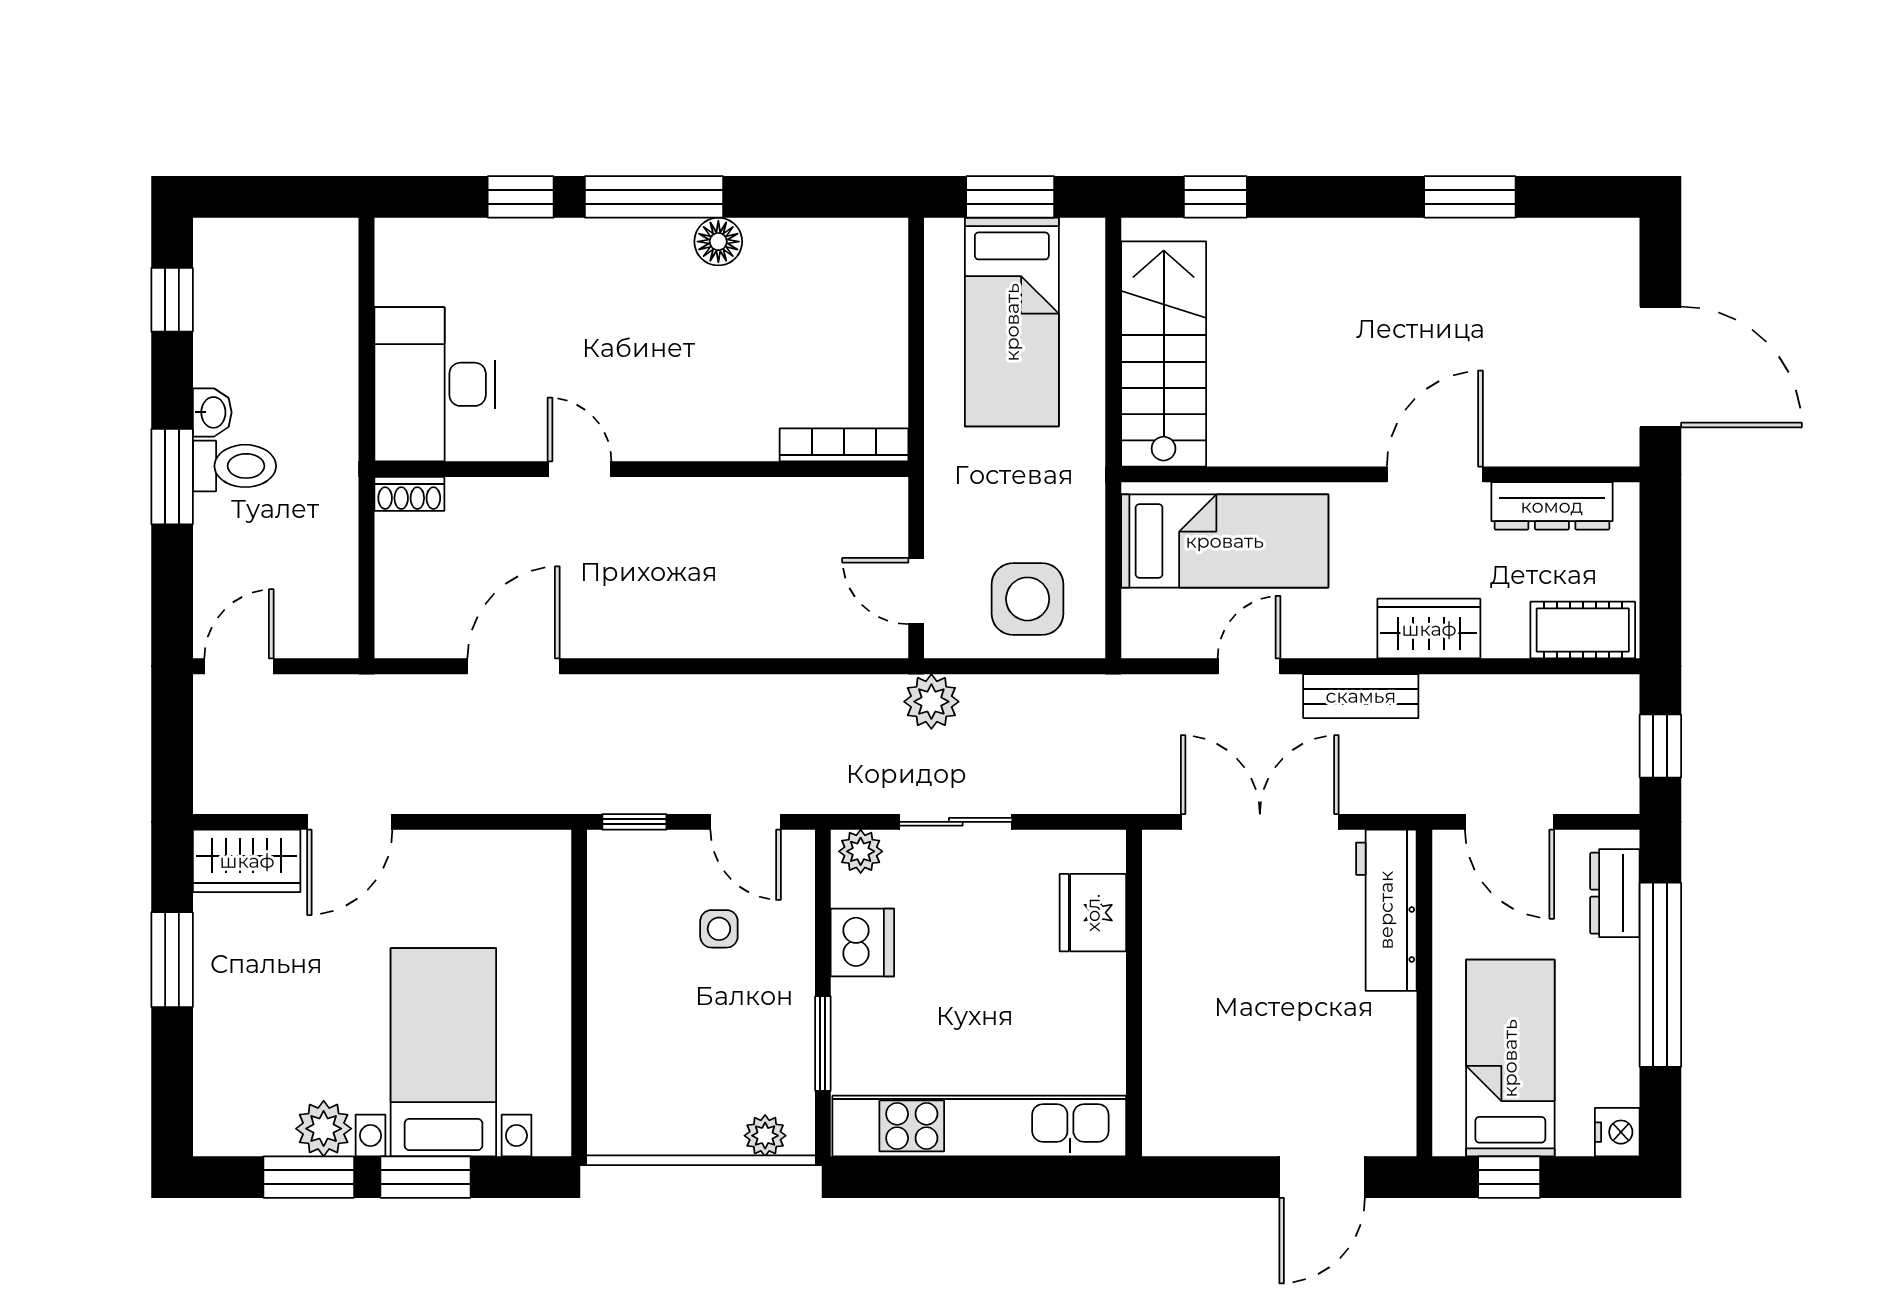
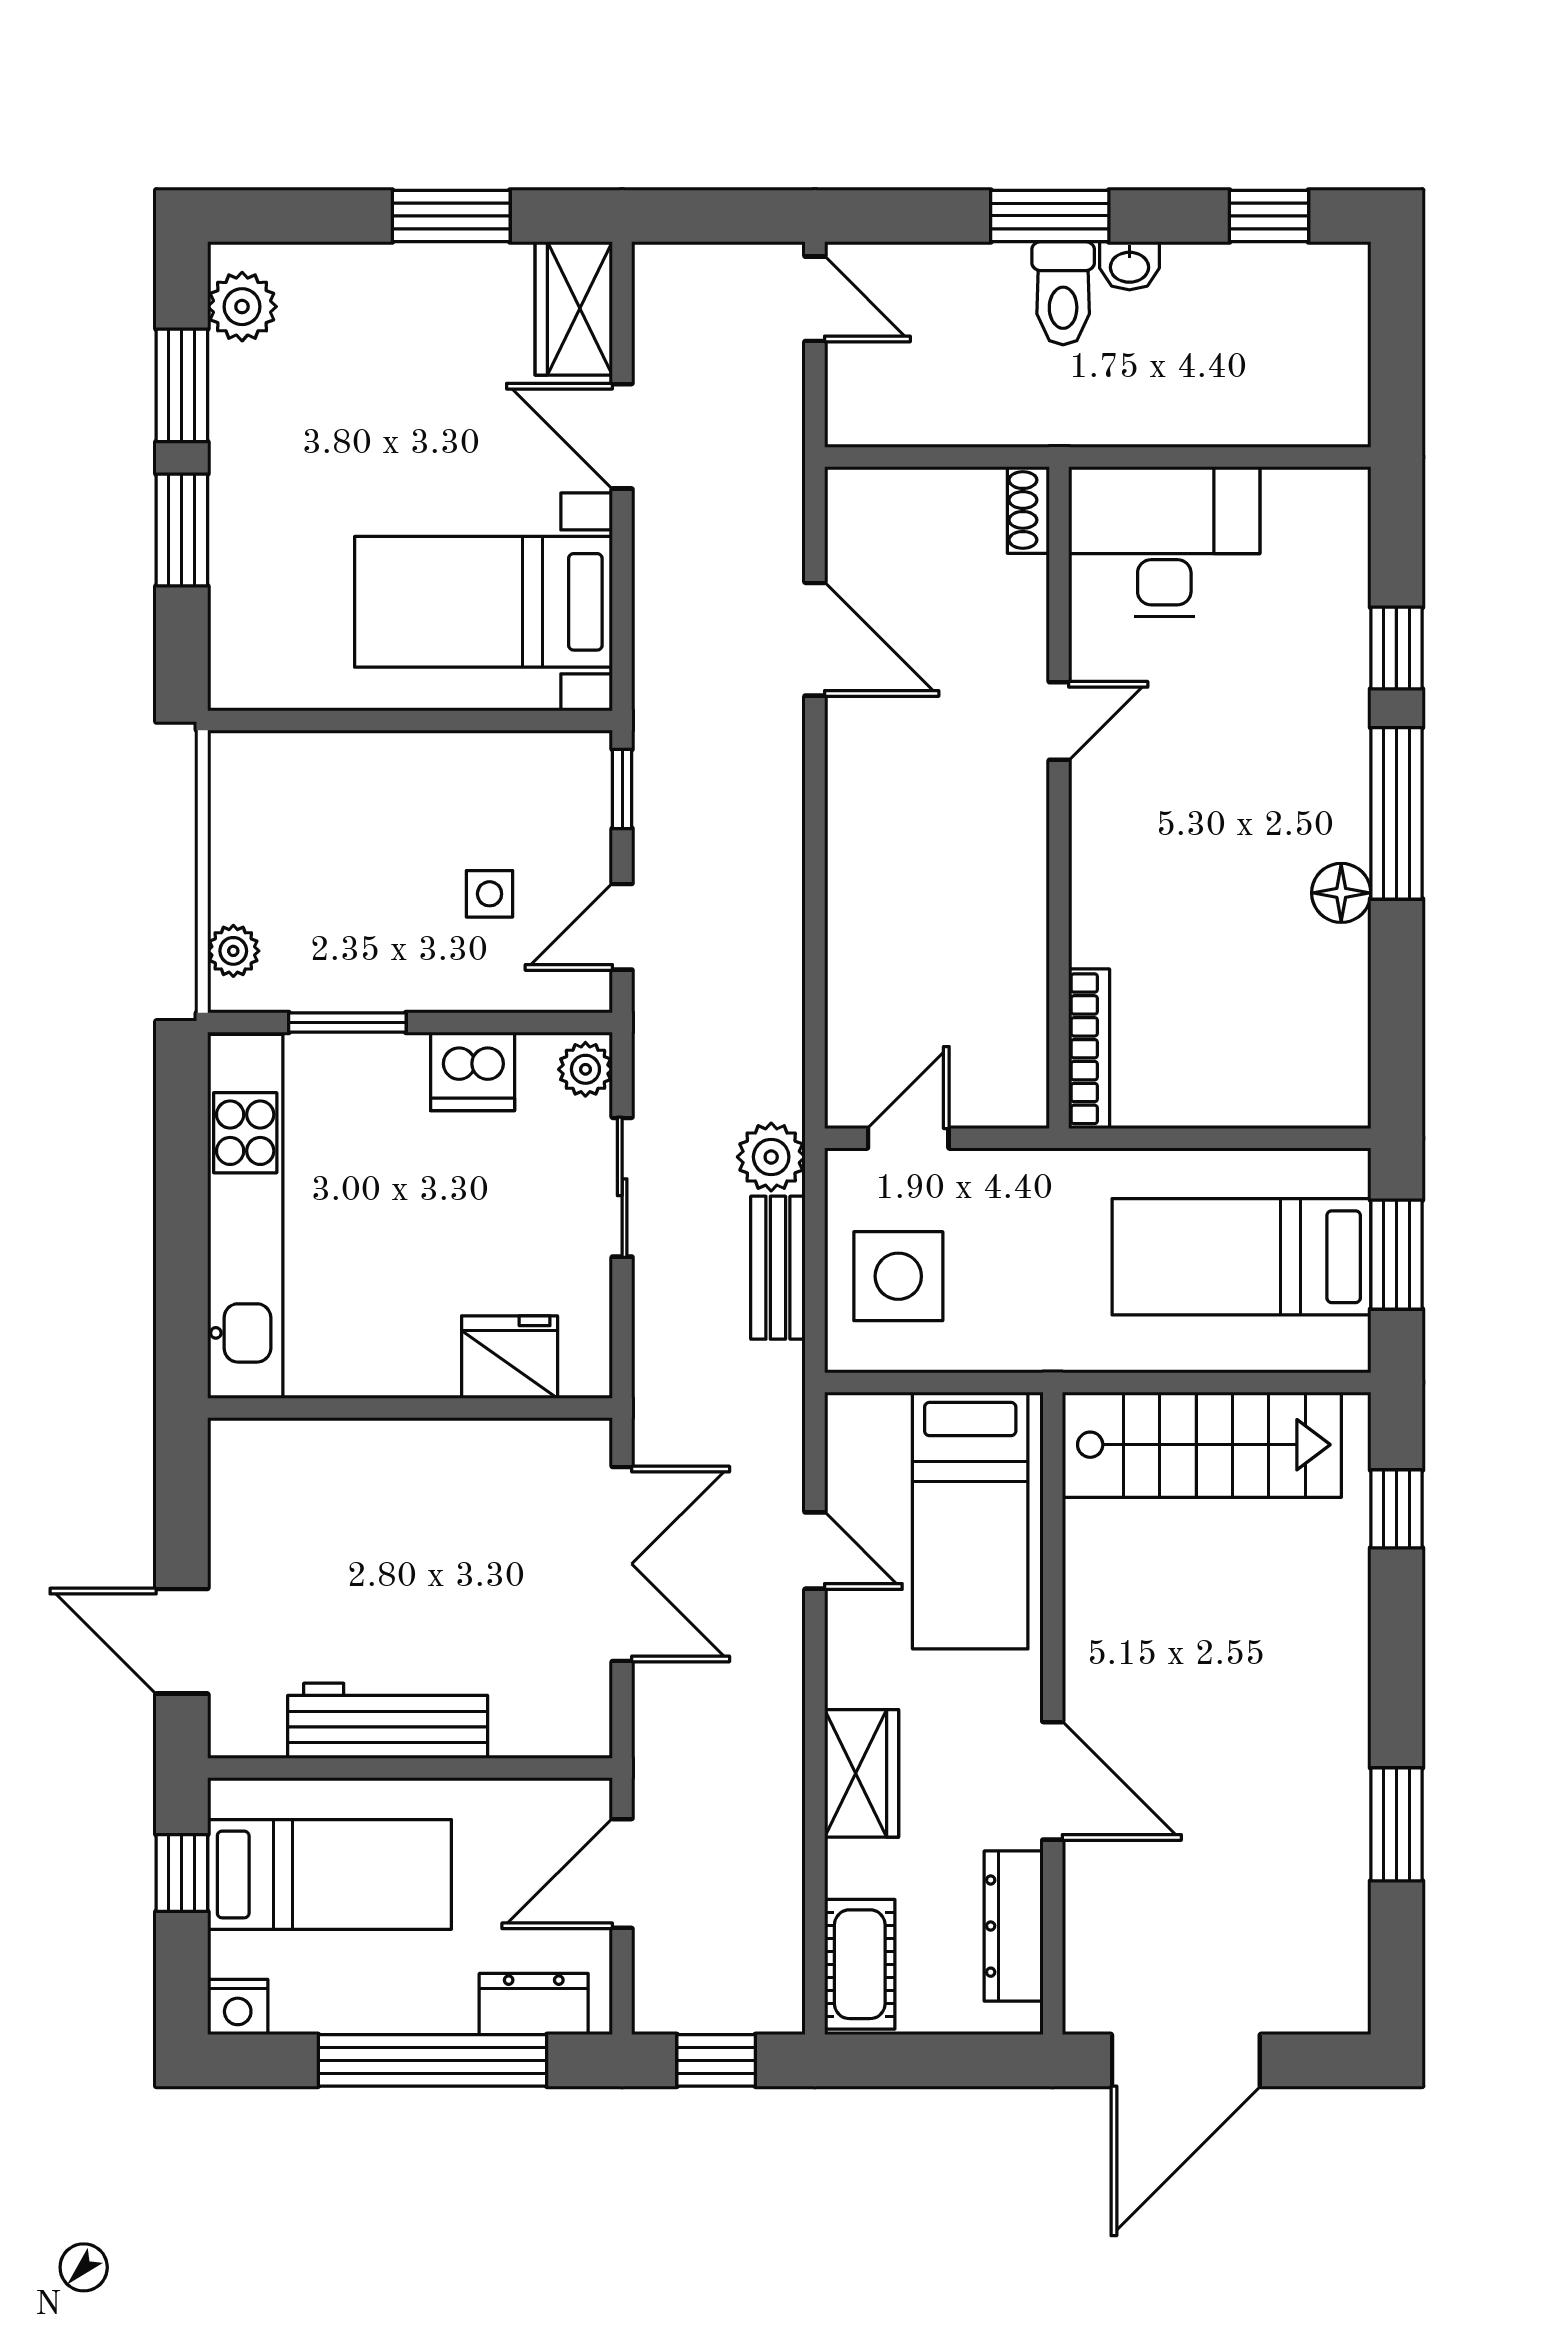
bench: (1361, 696) -> (778, 1268), moved
workbench: (1386, 910) -> (388, 1721), moved
bed with nightstands: (443, 1052) -> (483, 602), moved, turned 180
plant: (324, 1129) -> (242, 307), moved

